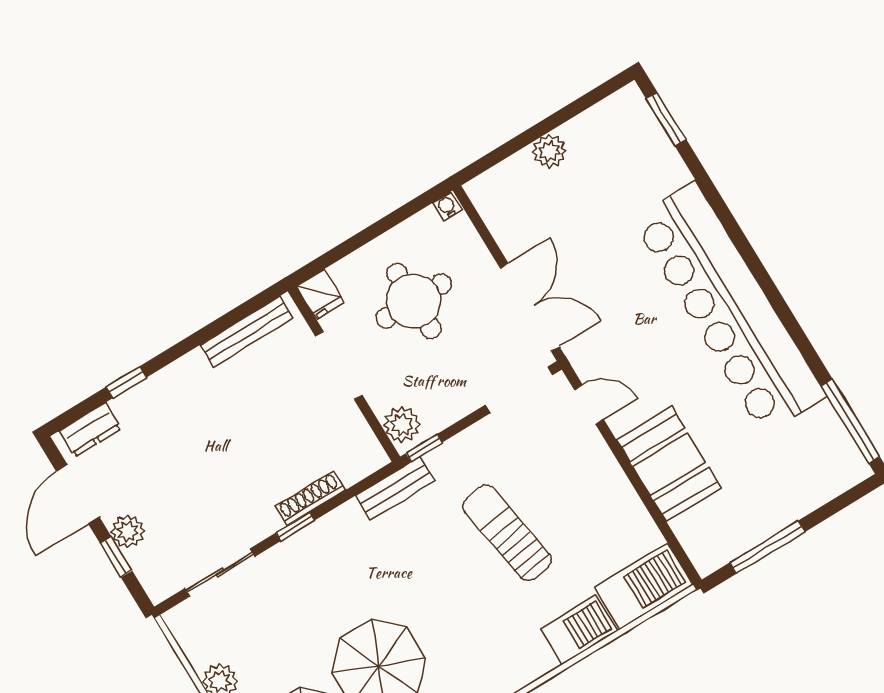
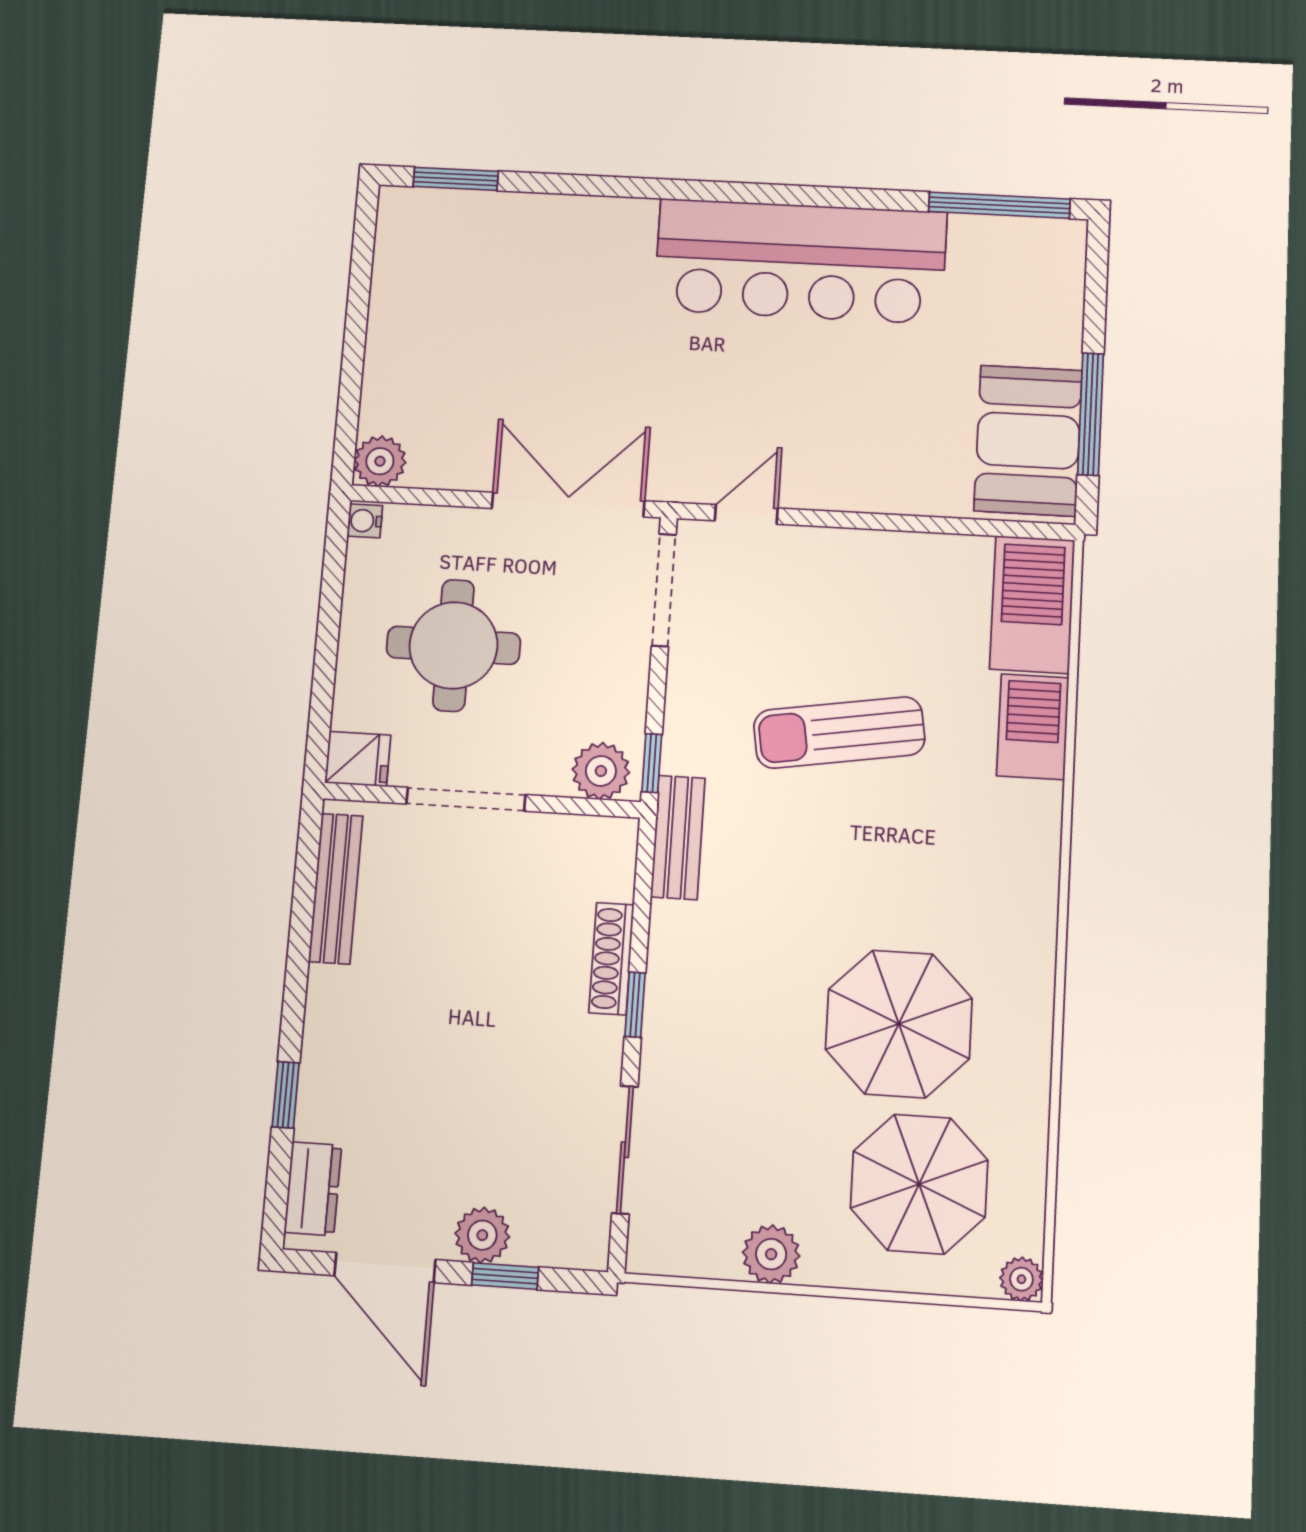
plant: (549, 151) -> (380, 461), moved
bar counter: (729, 308) -> (800, 261), width x0.73
booth: (669, 464) -> (1028, 441), moved, turned 90

